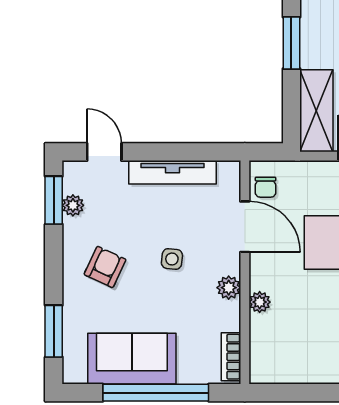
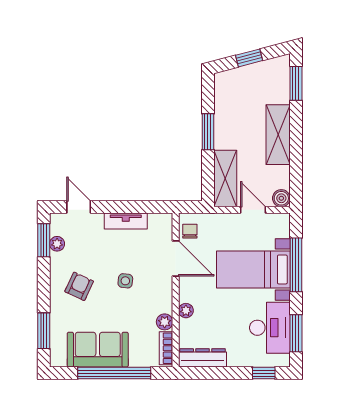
tv unit: (172, 172) -> (126, 221), width x0.71
chair: (265, 187) -> (190, 231), turned 180
plant: (229, 288) -> (165, 322), moved
dresser: (284, 371) -> (203, 358), added

